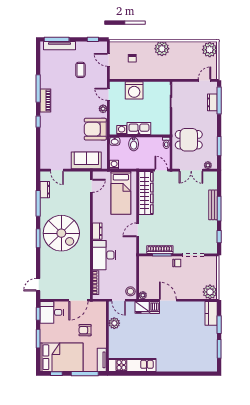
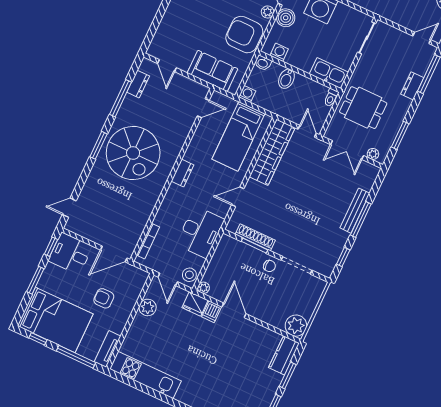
dresser: (212, 102) -> (412, 86), moved
boiler: (116, 107) -> (286, 18), added
kitchen sink: (139, 129) -> (329, 73), moved
desk: (104, 255) -> (200, 232), moved, turned 180

